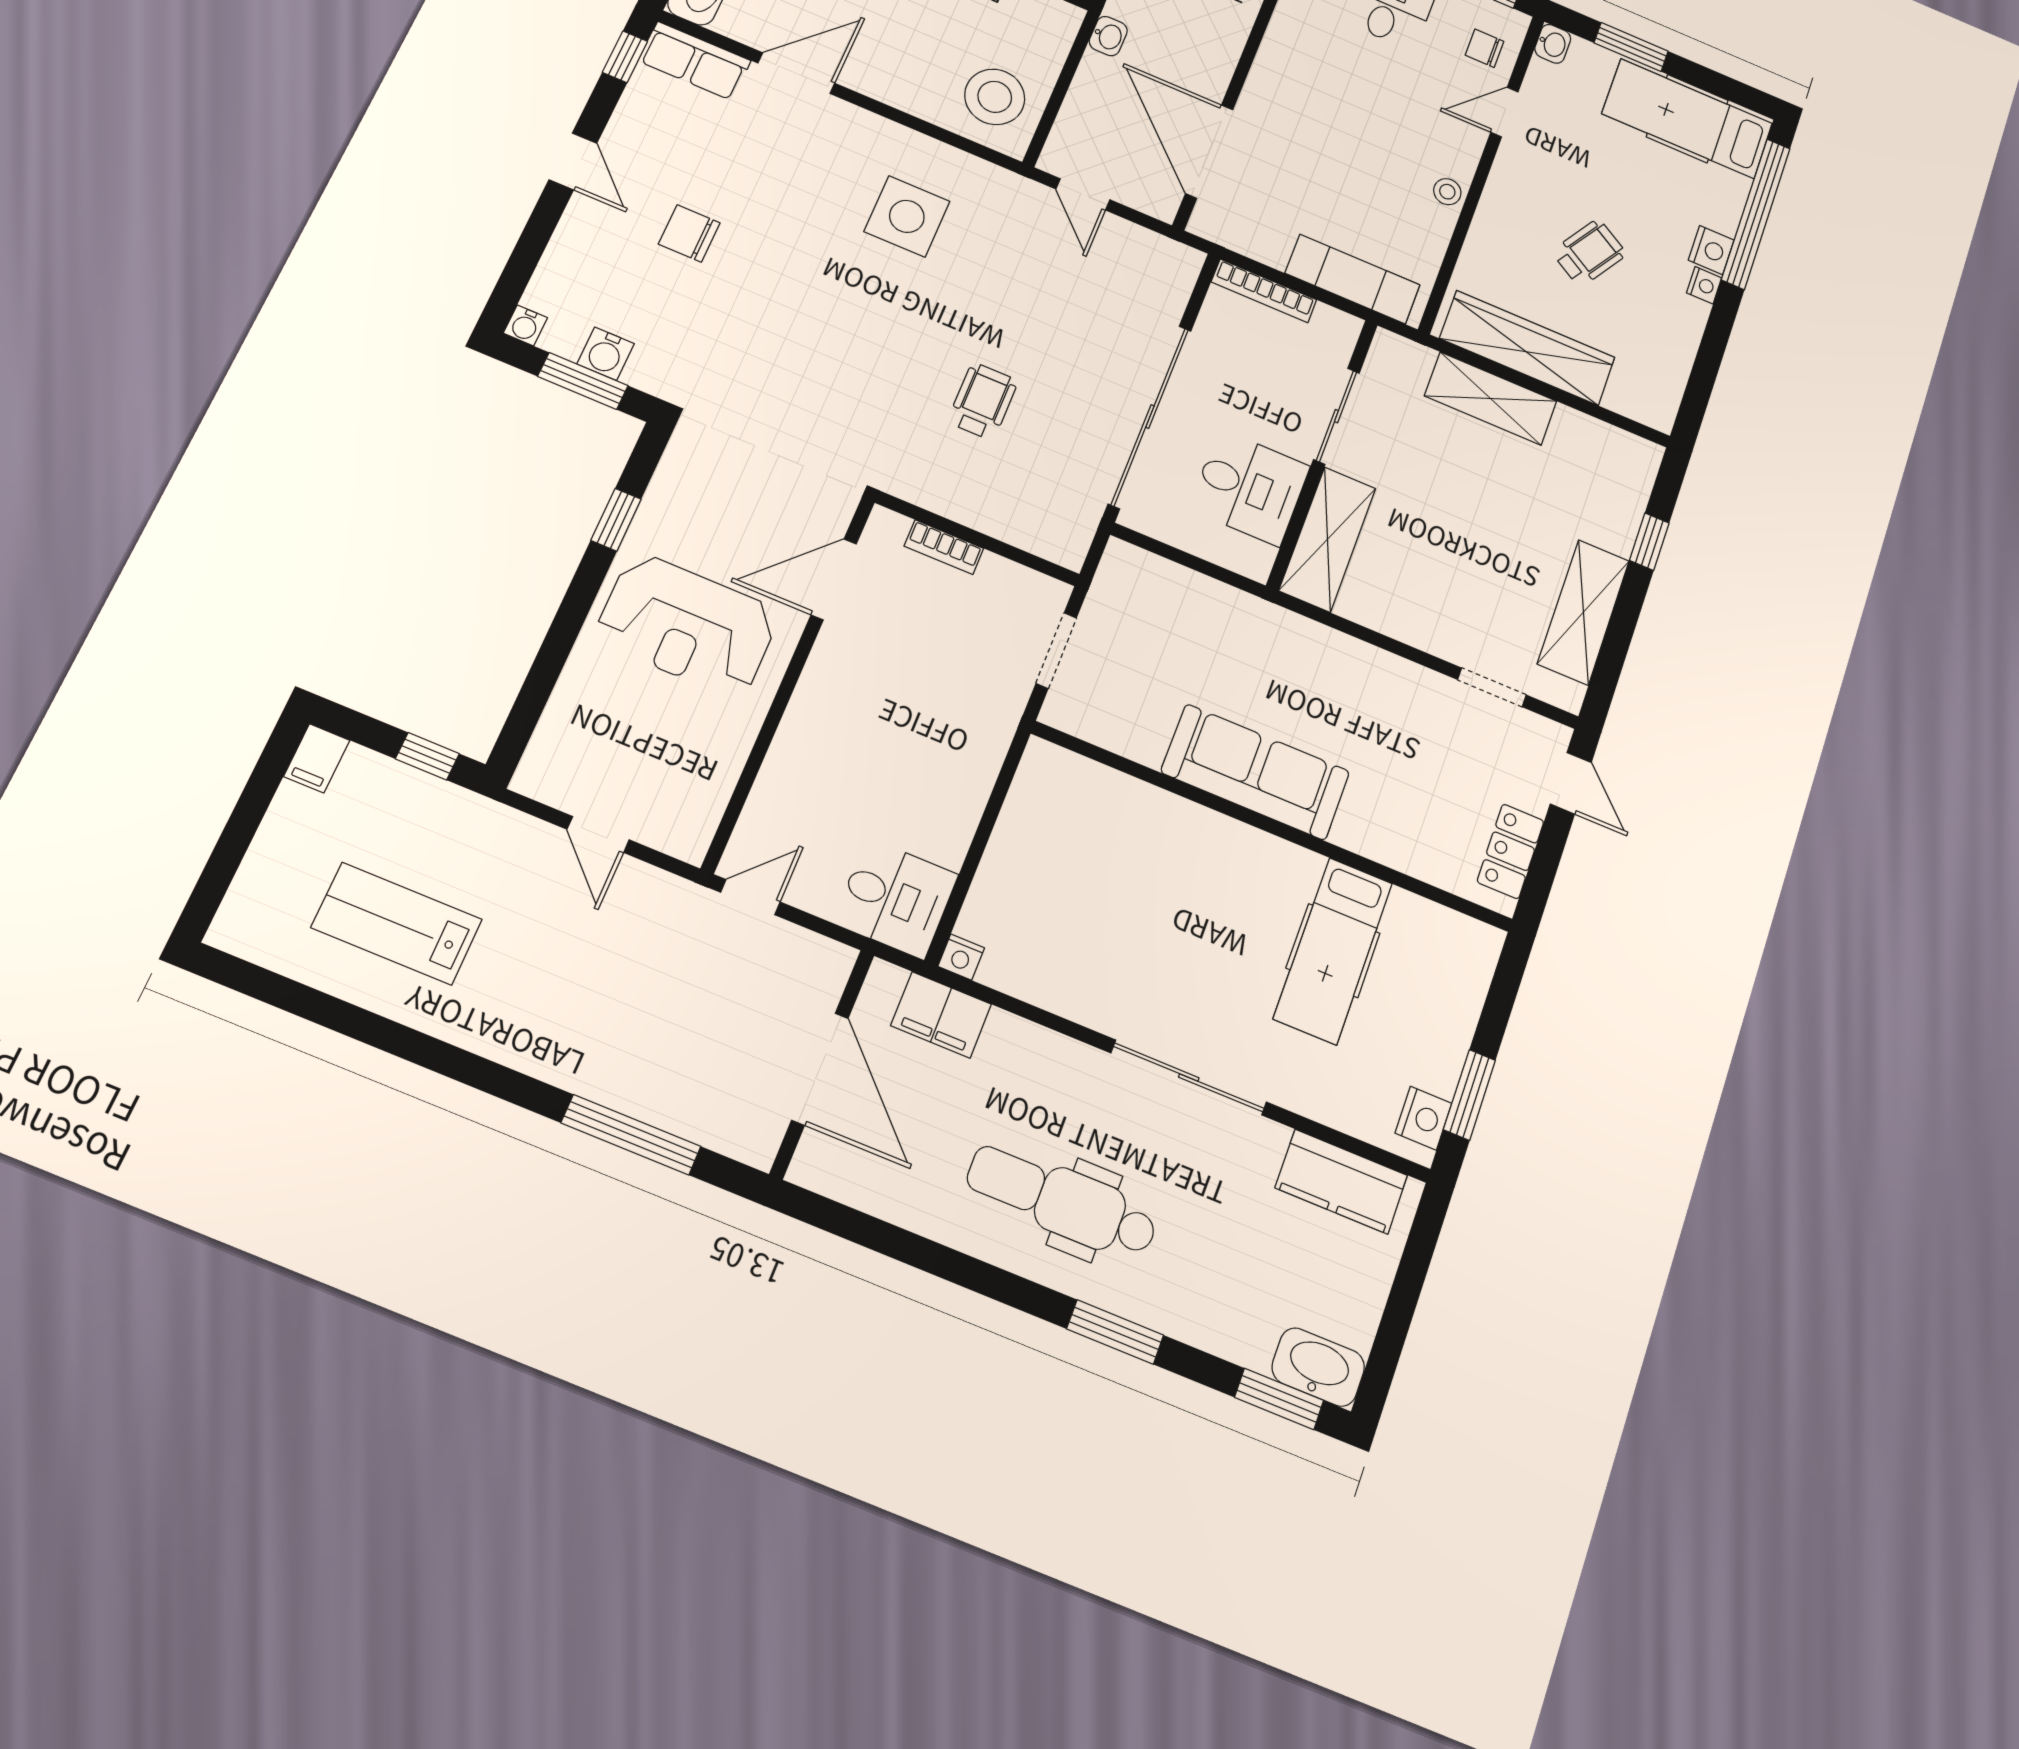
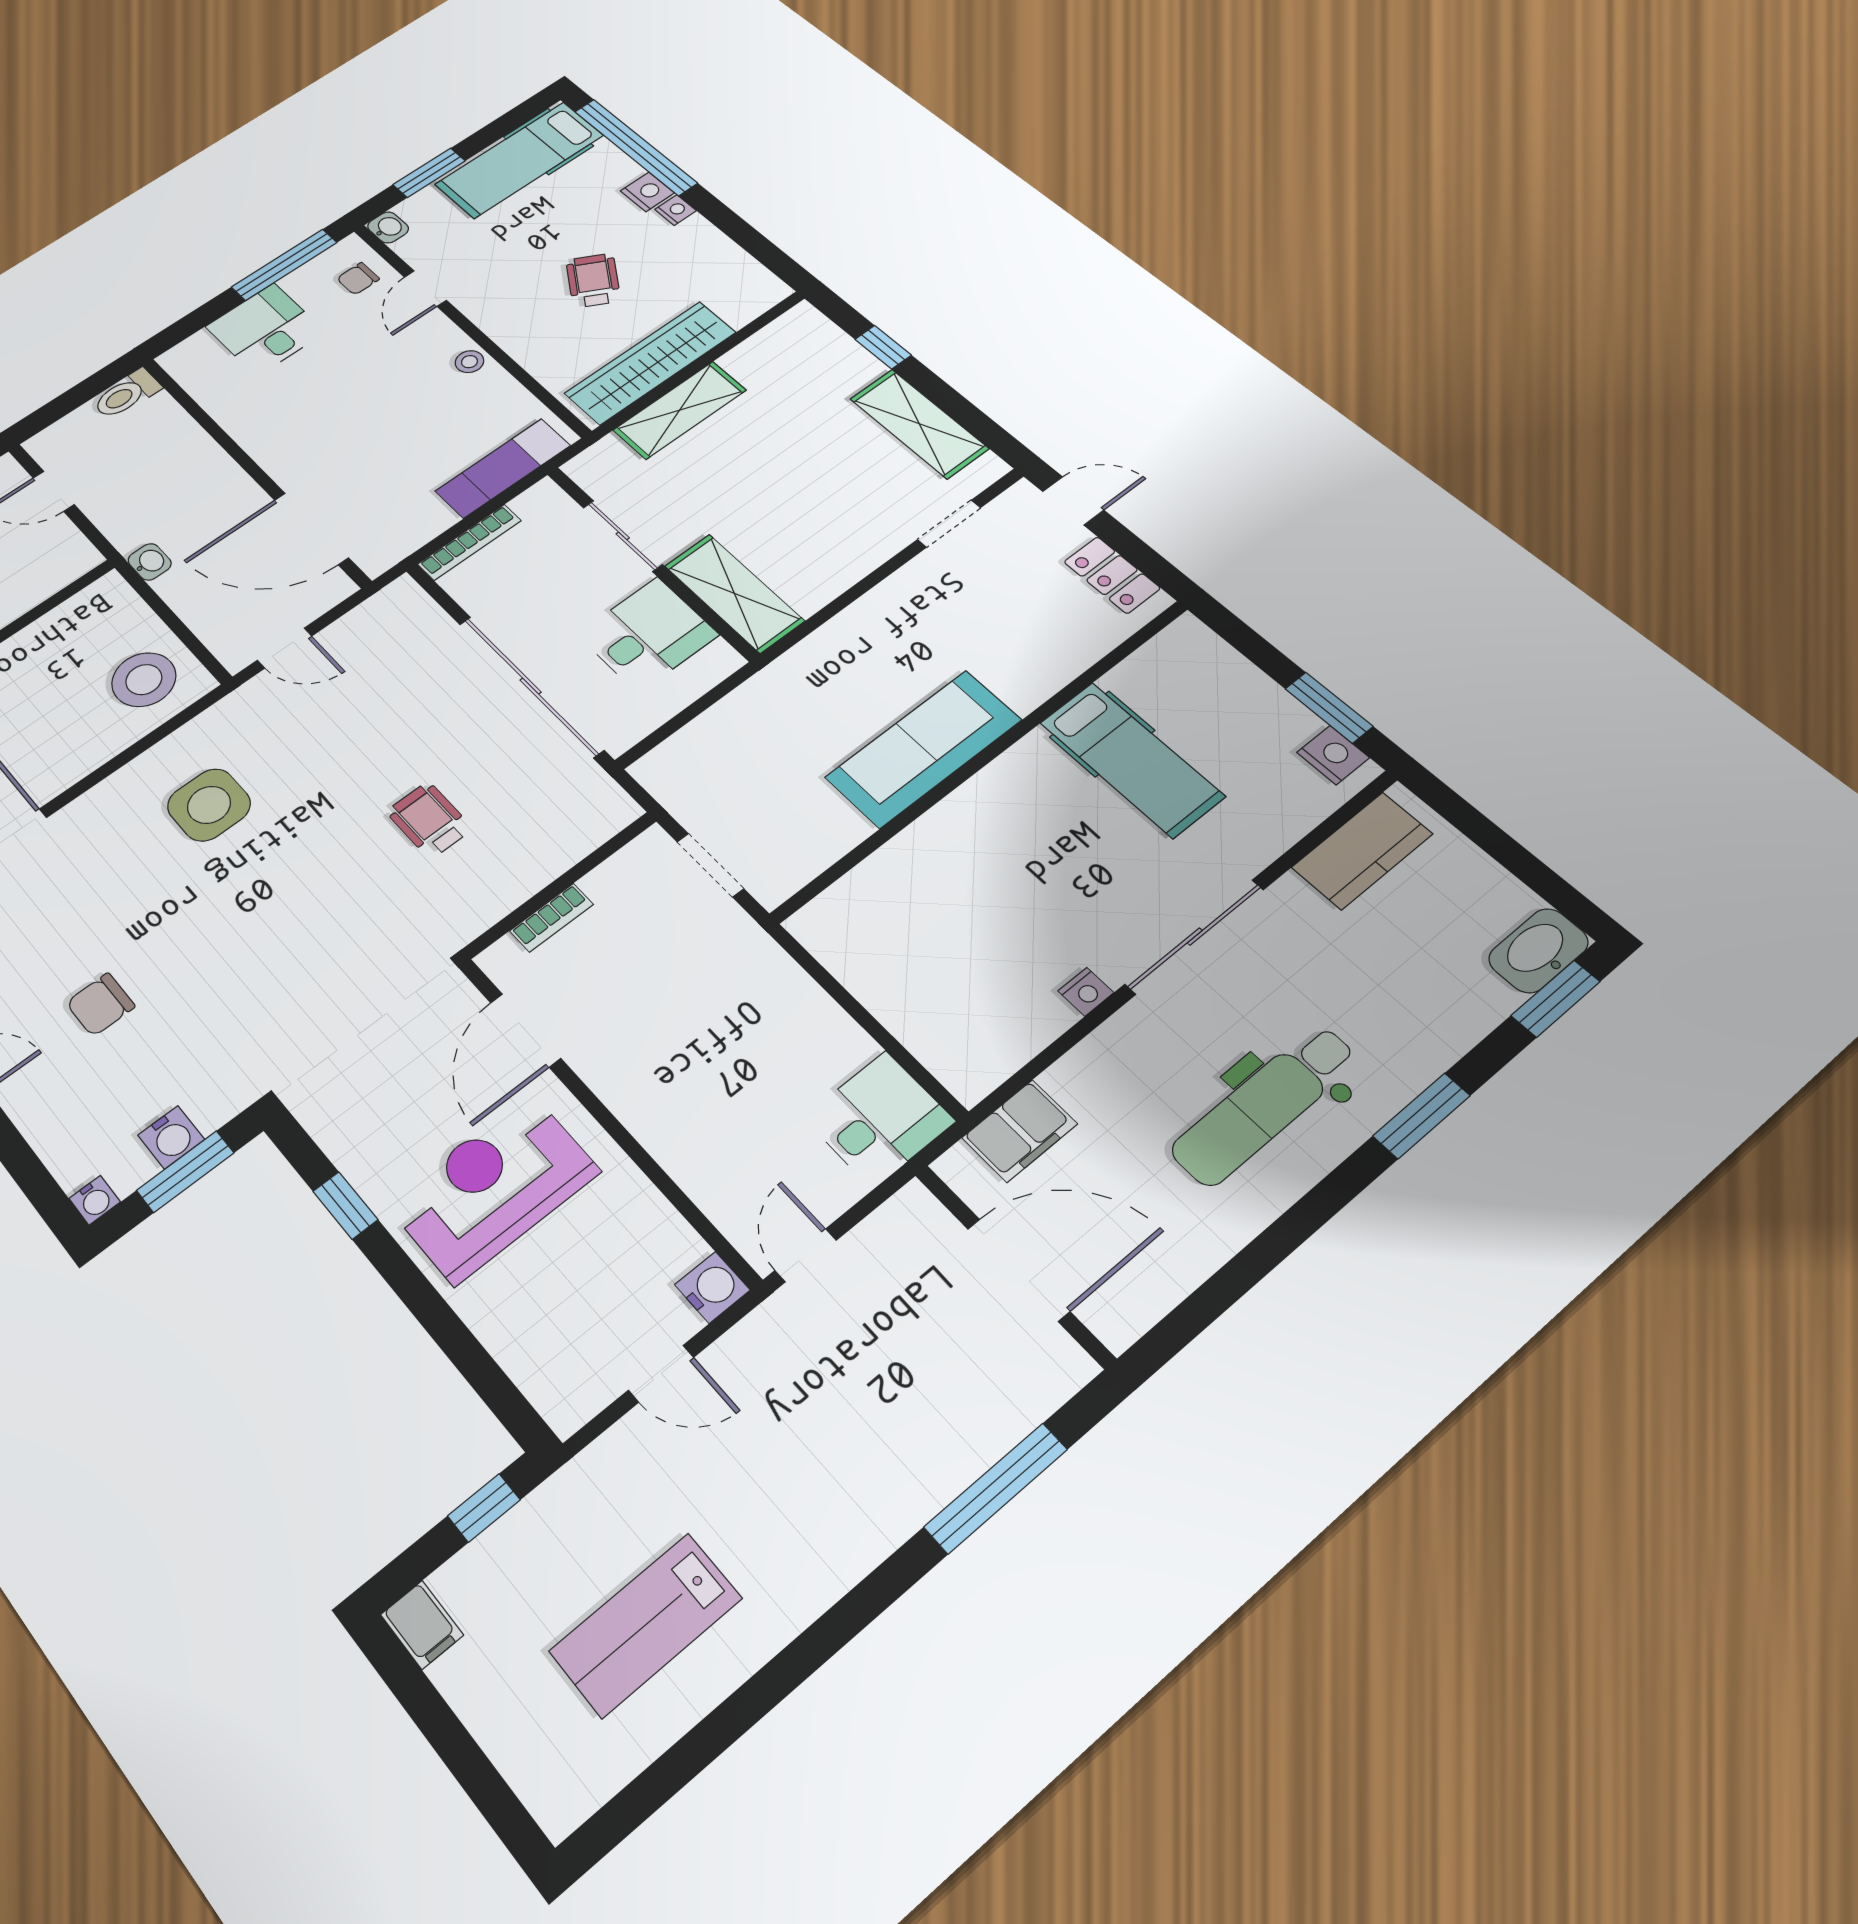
reception desk: (687, 625) -> (493, 1187), turned 180
water cooler: (688, 838) -> (712, 1287), added
nightstand: (961, 957) -> (1086, 992), moved

